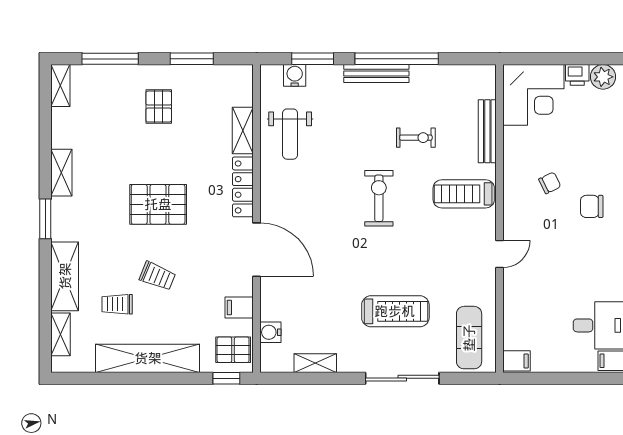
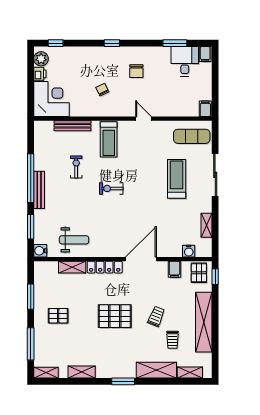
water cooler: (295, 75) -> (40, 251), moved
shelving: (61, 173) -> (82, 372), moved
exercise bike: (379, 198) -> (111, 188), width x0.73, depth x0.72
pallet: (158, 204) -> (115, 316), turned 90
chair: (592, 206) -> (136, 71), moved

